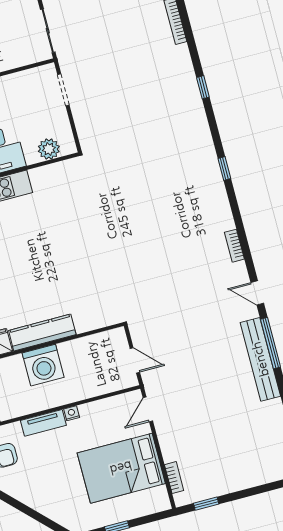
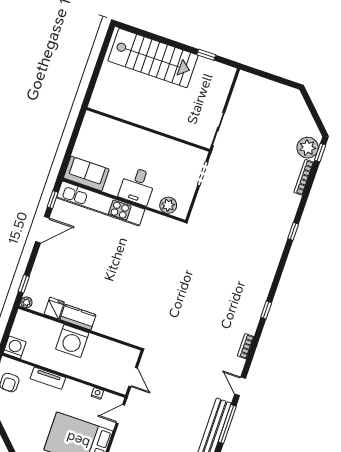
window: (224, 168) -> (266, 310), moved
kitchen counter: (42, 332) -> (78, 317), width x0.67
nightstand: (72, 413) -> (97, 393), moved

